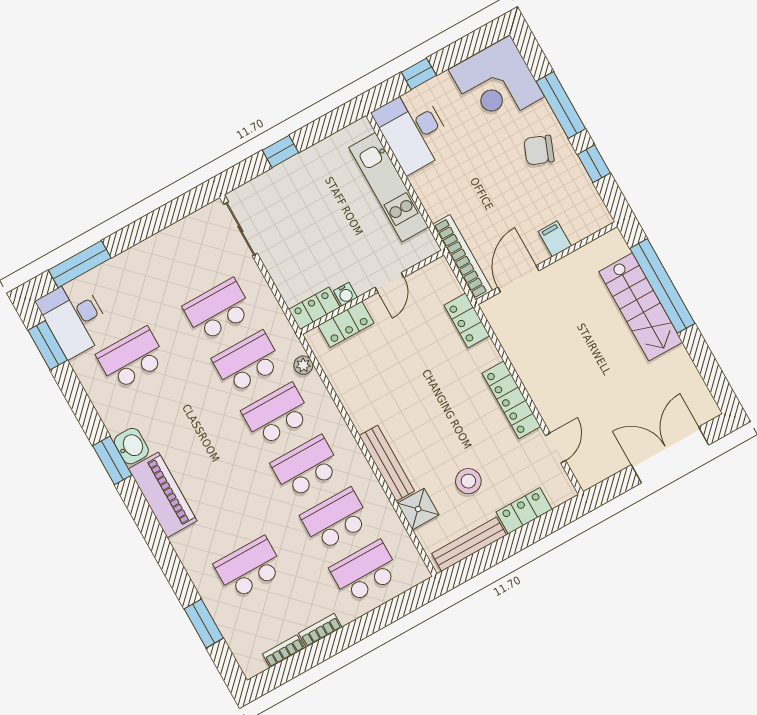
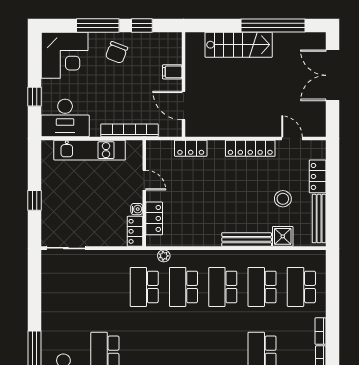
bookcase: (463, 257) -> (129, 130), moved
window: (662, 286) -> (273, 25), moved
school desk: (218, 310) -> (105, 287), removed

